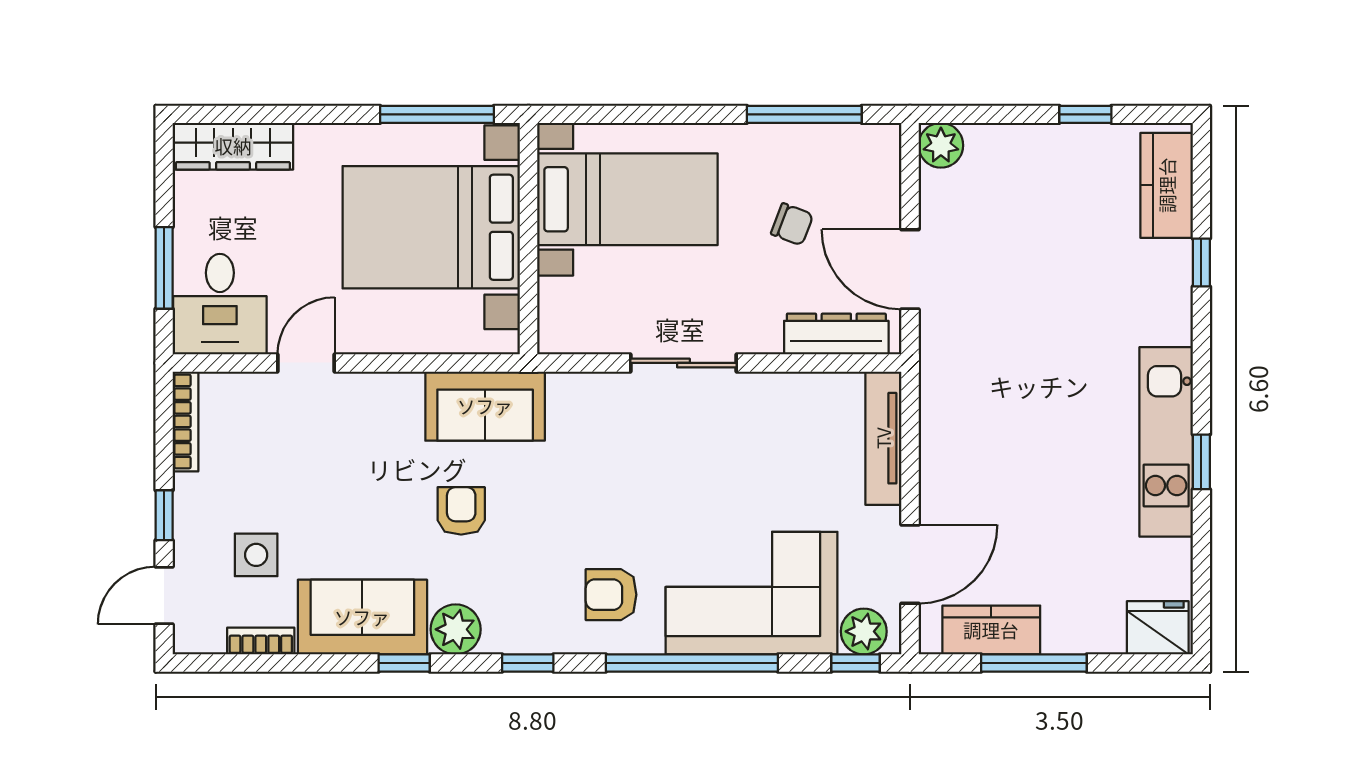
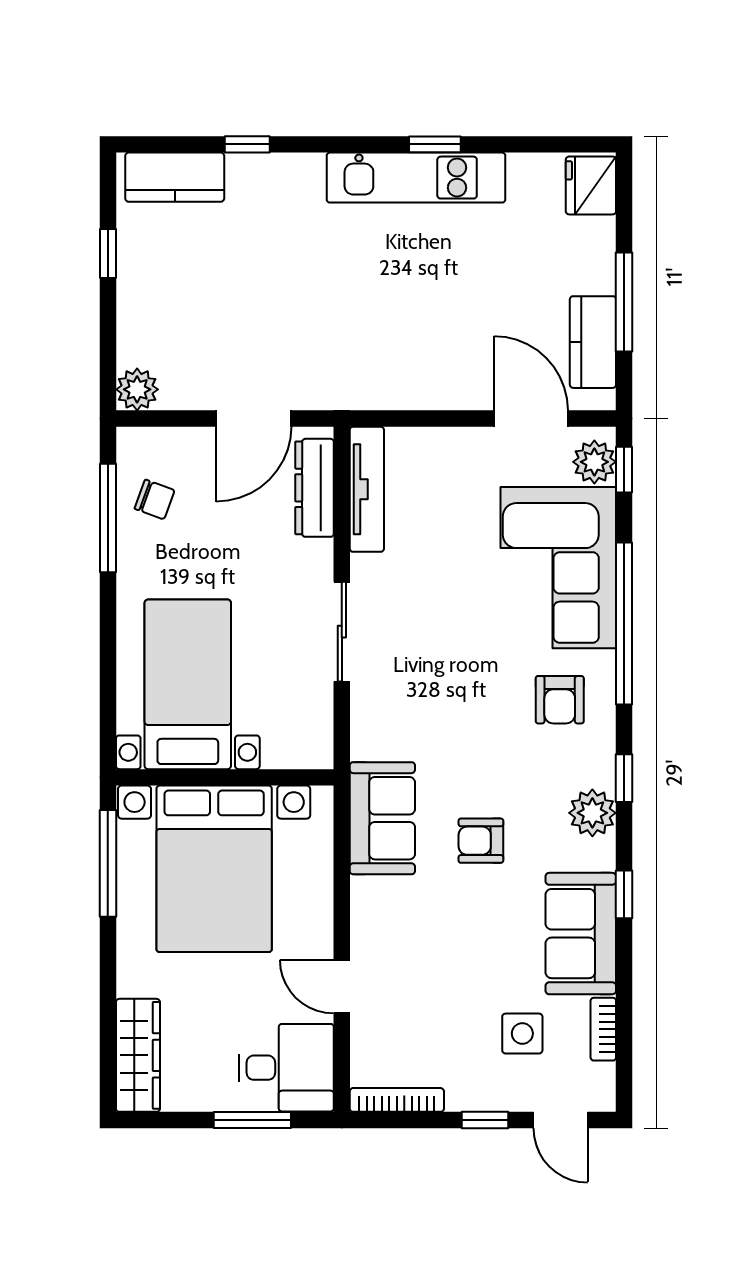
chair: (792, 224) -> (155, 499), moved, turned 89
tv unit: (883, 438) -> (367, 489), moved, turned -90
plant: (456, 629) -> (592, 813), moved

